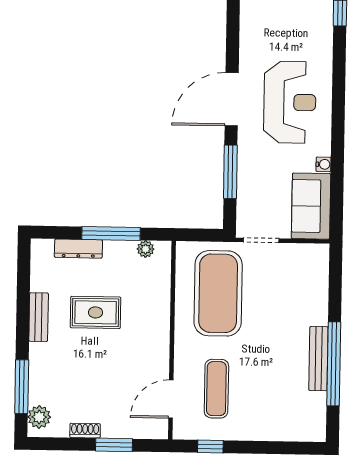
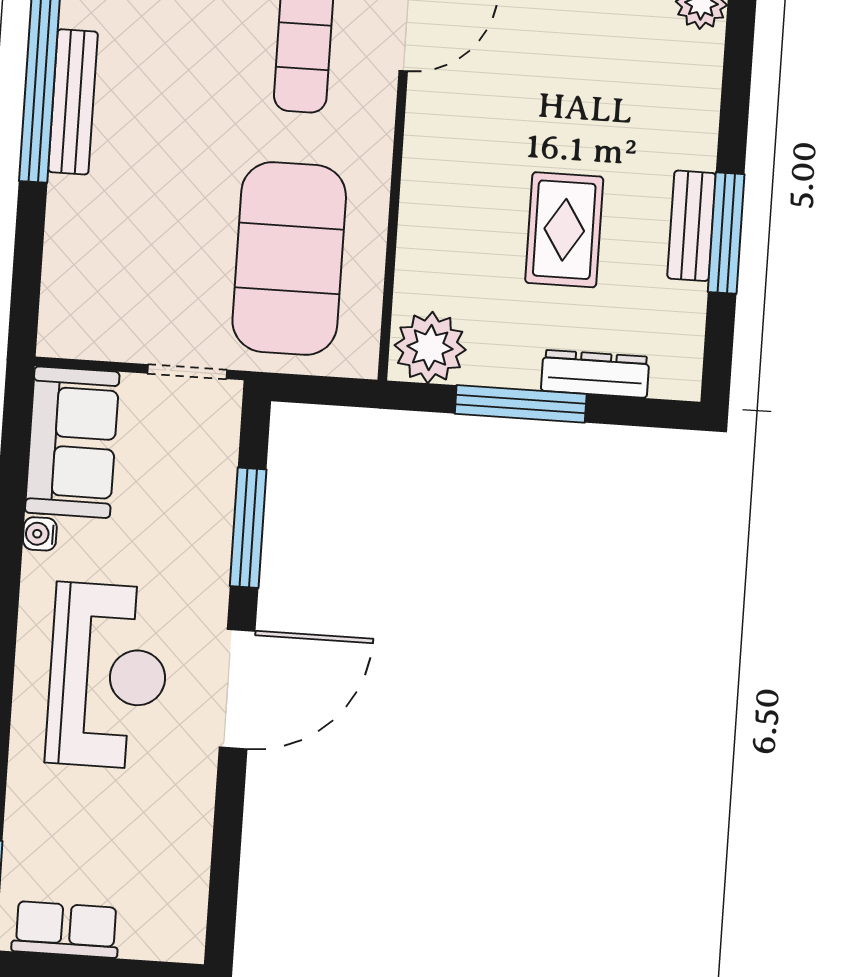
reception desk: (290, 102) -> (108, 676), turned 180
plant: (146, 249) -> (430, 347), width x1.87, depth x1.87
rug: (96, 312) -> (564, 230), turned 90
window: (22, 387) -> (726, 233), moved

